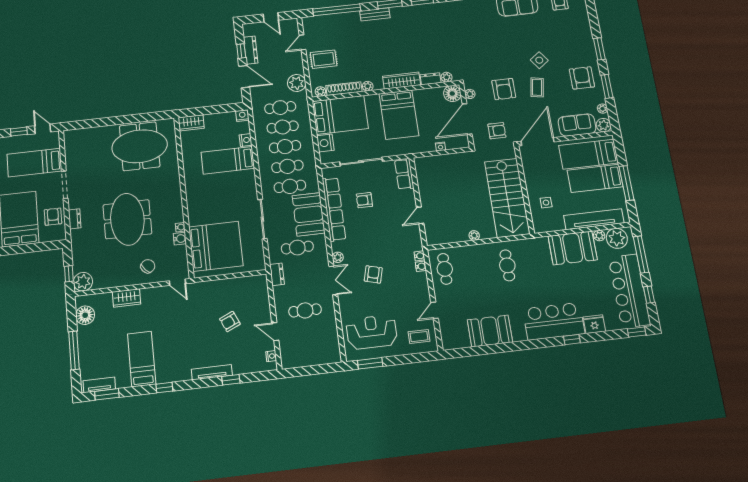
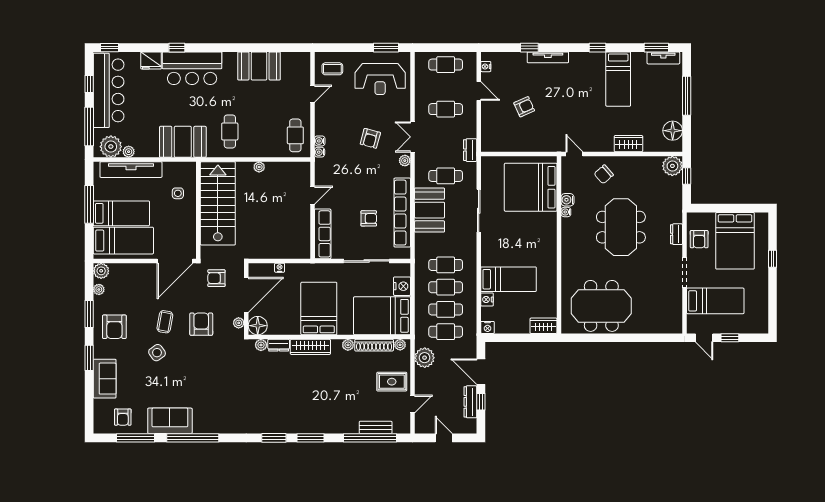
bench: (375, 14) -> (376, 427), moved
sofa: (577, 125) -> (105, 379), moved, turned -90
row of seats: (404, 174) -> (323, 234), width x1.48
cafe table: (290, 186) -> (446, 65), moved
booth: (573, 248) -> (183, 142), moved

